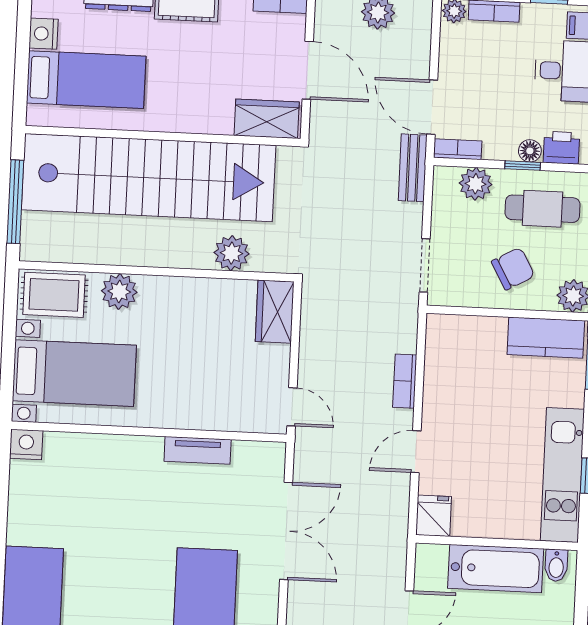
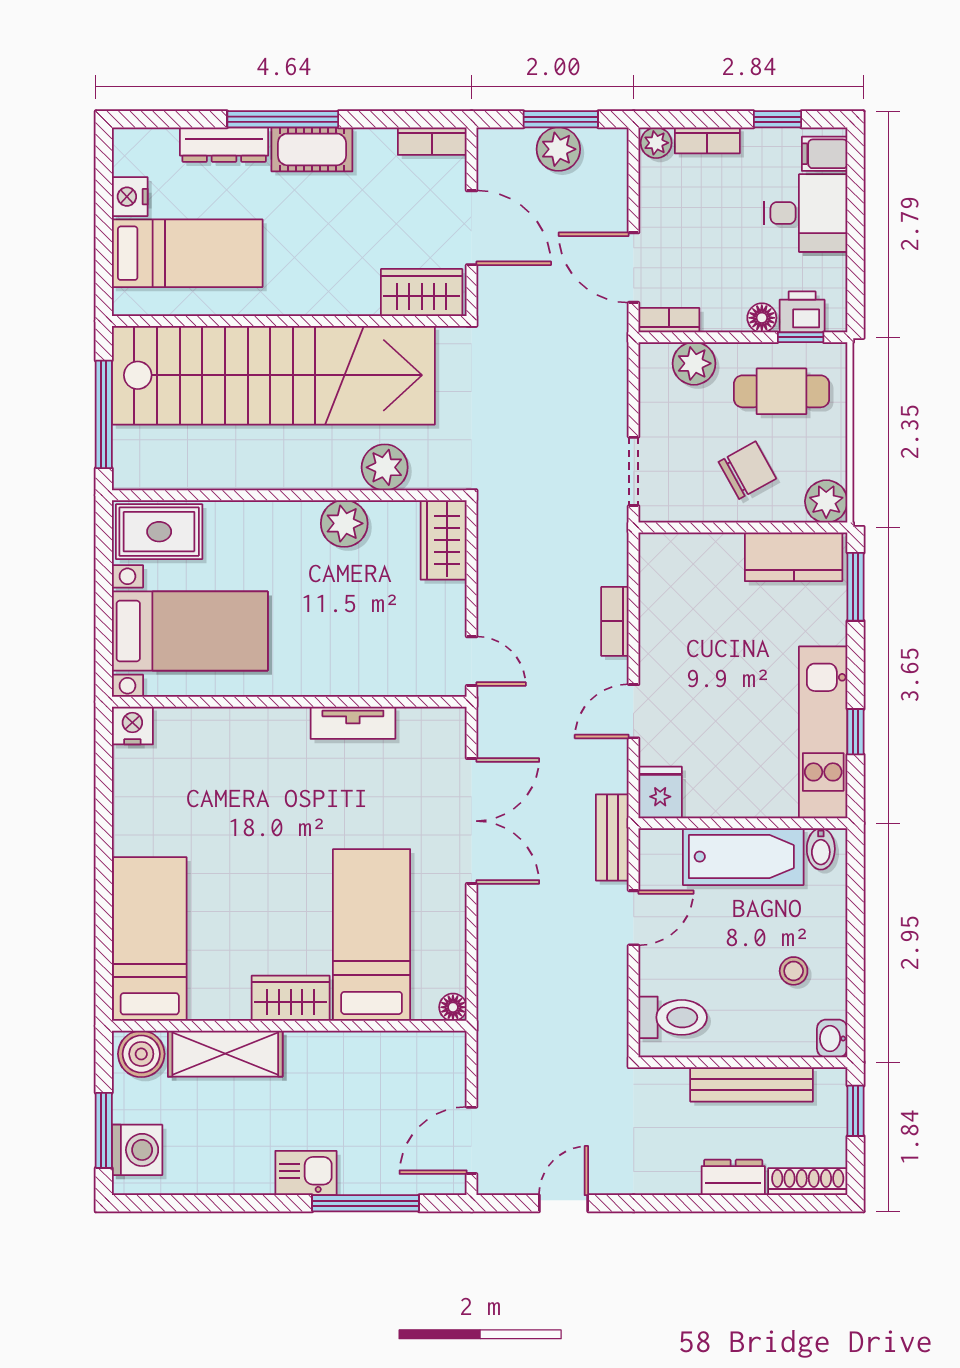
window: (523, 166) -> (801, 337), moved
bench: (413, 168) -> (612, 837), moved
plant: (119, 292) -> (344, 523), moved

